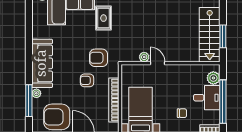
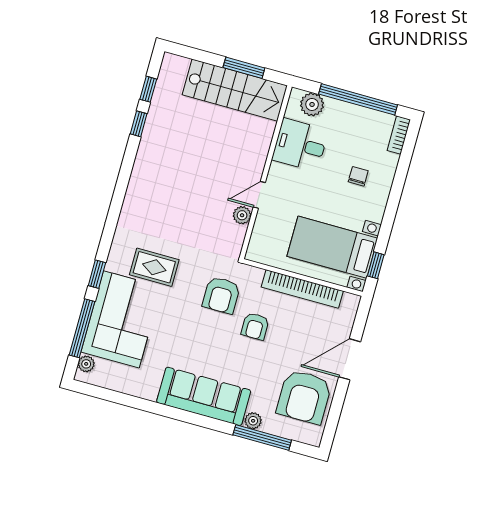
desk: (207, 98) -> (300, 145), moved, turned -90

